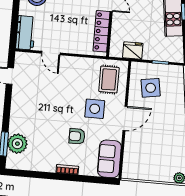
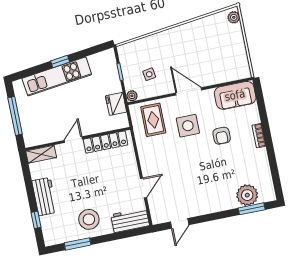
plant: (136, 67) -> (132, 96), added
rug: (109, 79) -> (153, 120), turned 90
side table: (151, 88) -> (149, 74), width x0.54, depth x0.54

